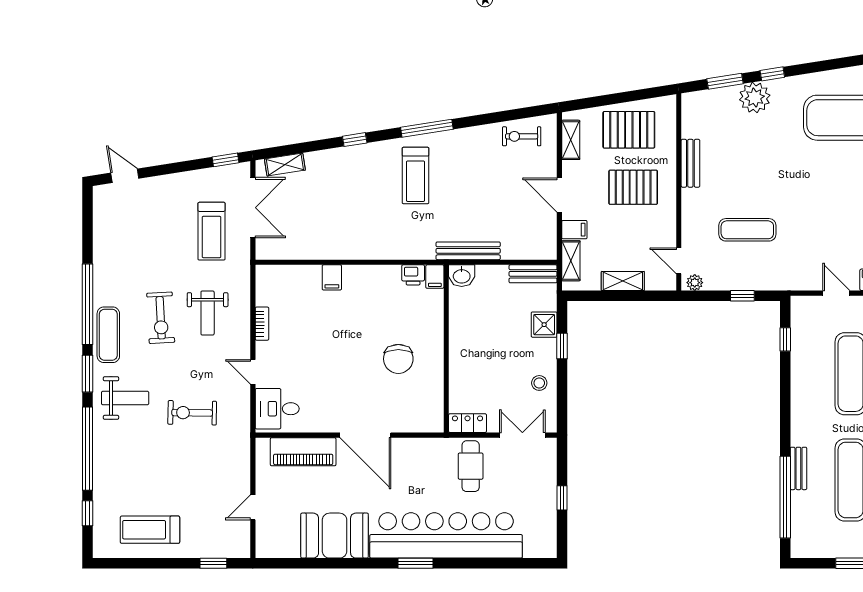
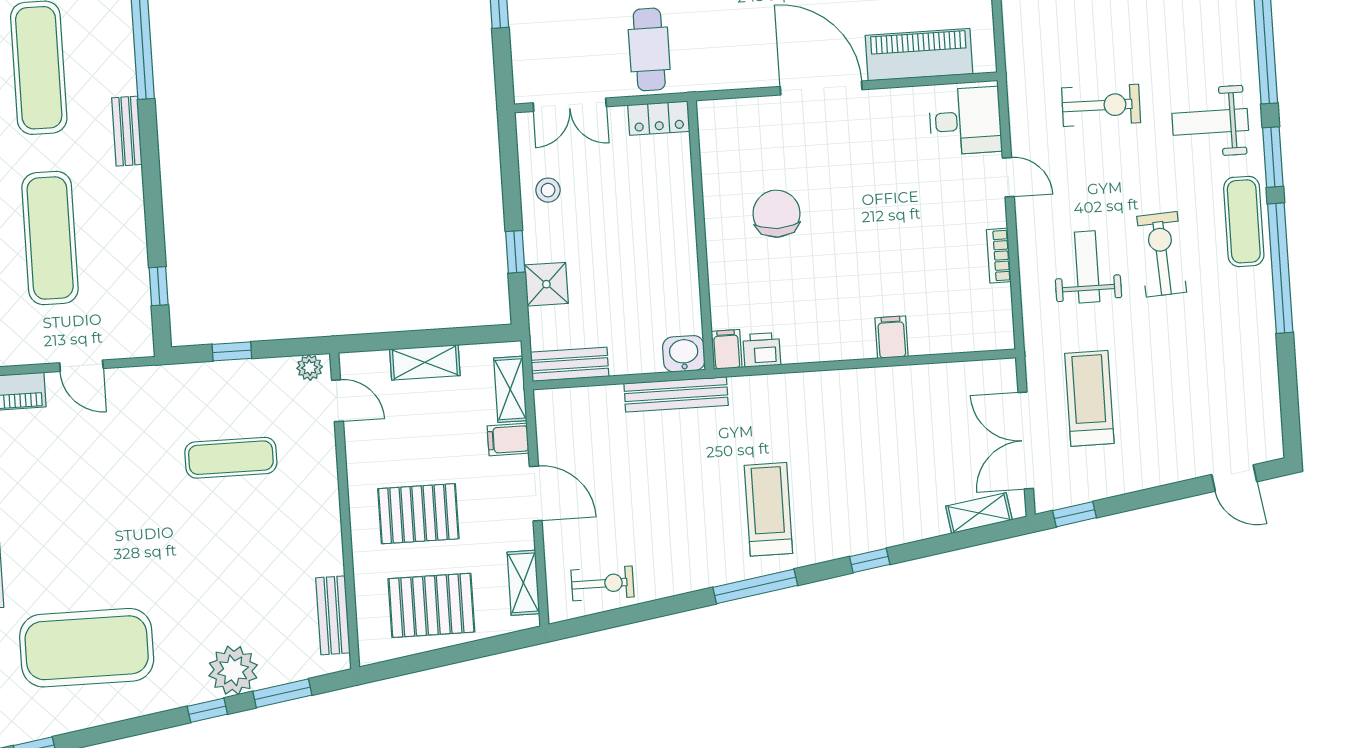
bench: (690, 163) -> (333, 615), moved
bench: (798, 468) -> (127, 131), moved

